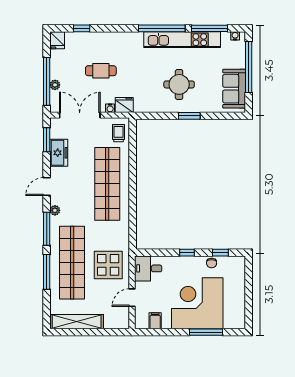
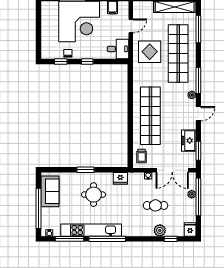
plant: (95, 39) -> (160, 230), added
fridge: (124, 105) -> (120, 178), moved
window: (47, 272) -> (198, 29), moved

